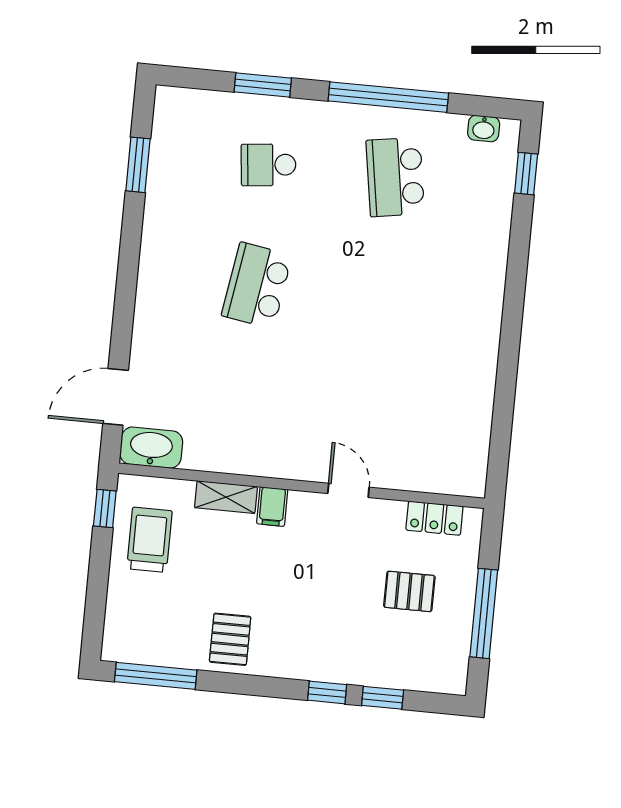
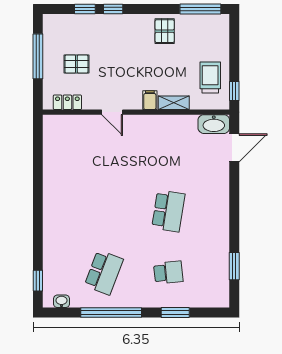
school desk: (395, 177) -> (104, 272), turned 30
trolley: (150, 540) -> (210, 77), turned 180

